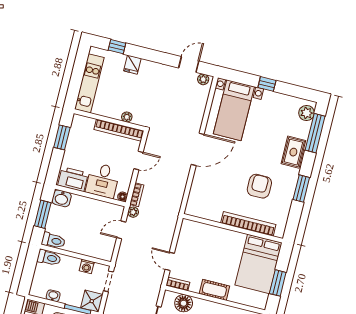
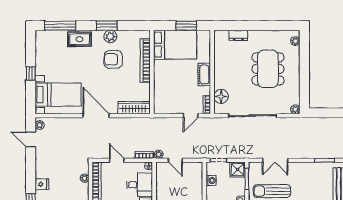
plant: (307, 113) -> (110, 36), moved
wardrobe: (196, 197) -> (134, 108), added

